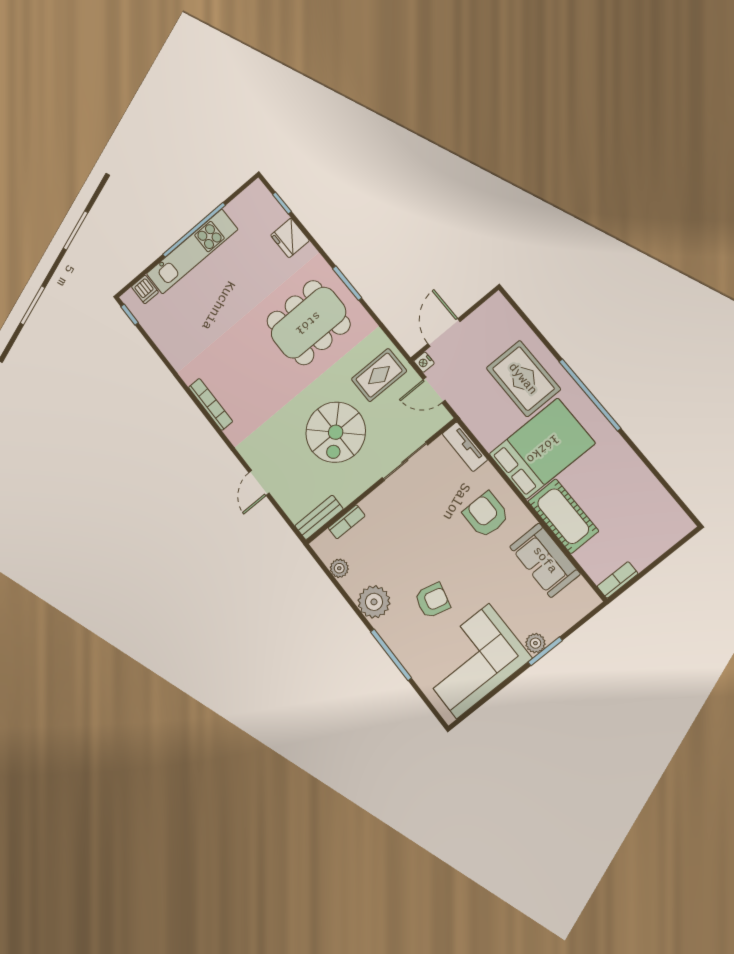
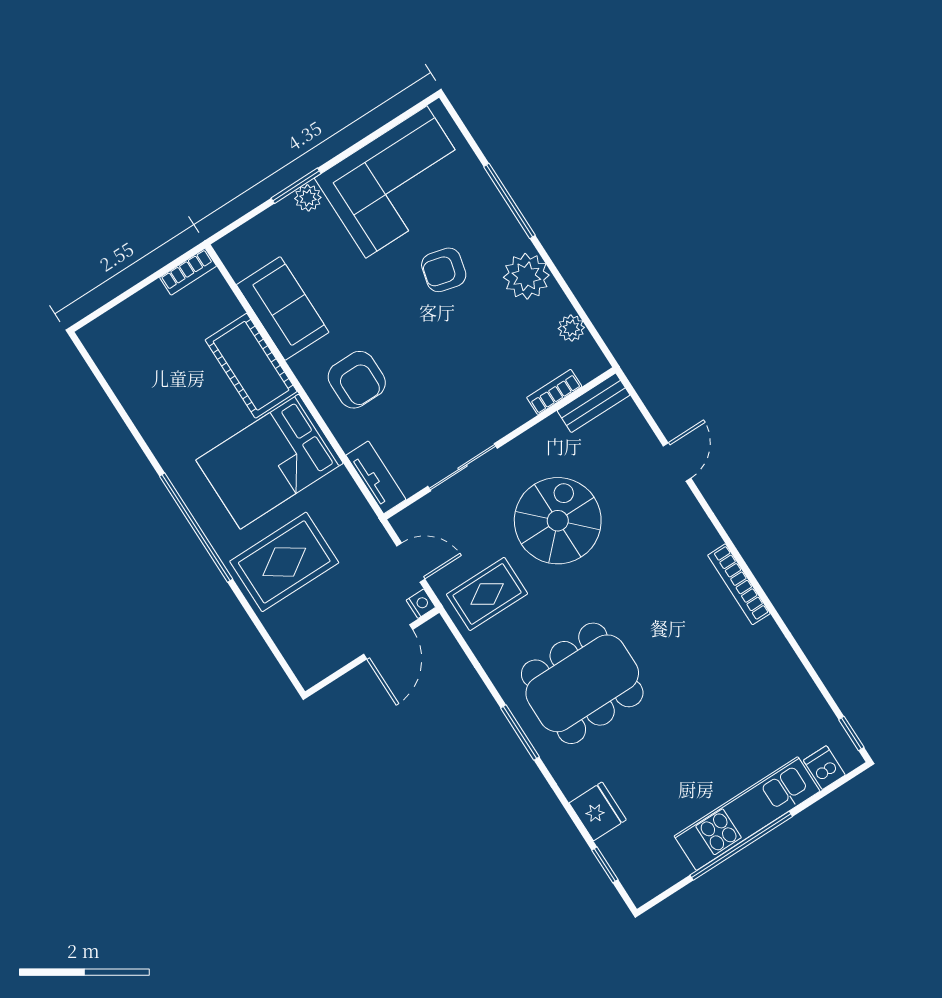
rug: (523, 379) -> (284, 562), turned 90

